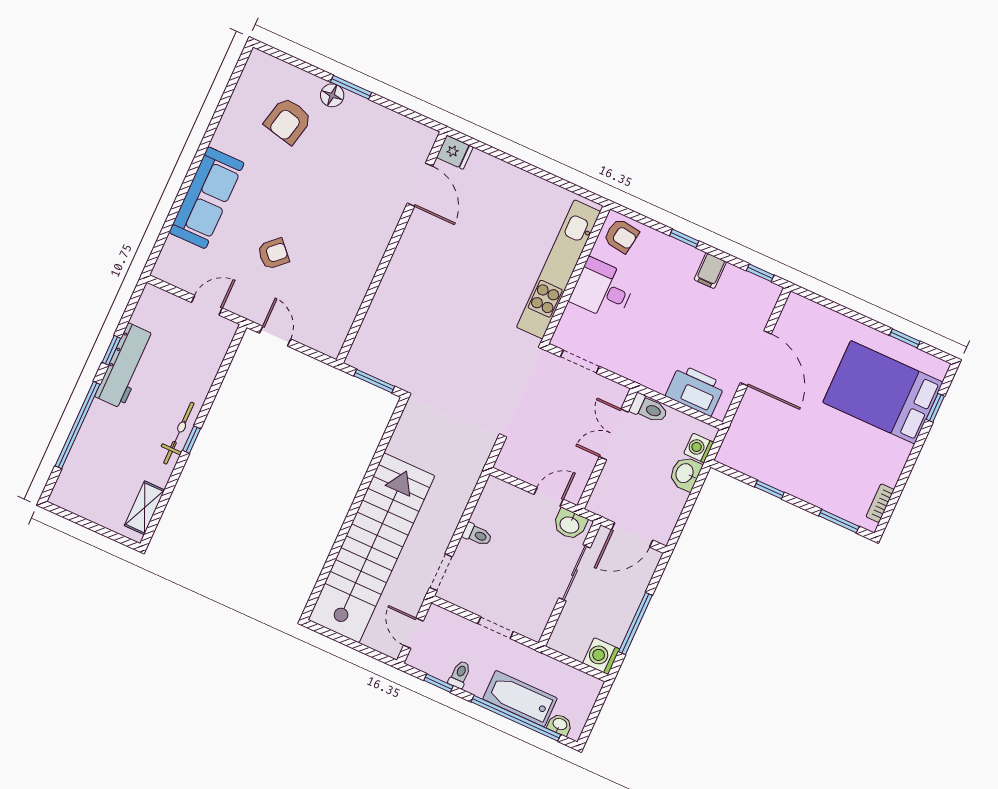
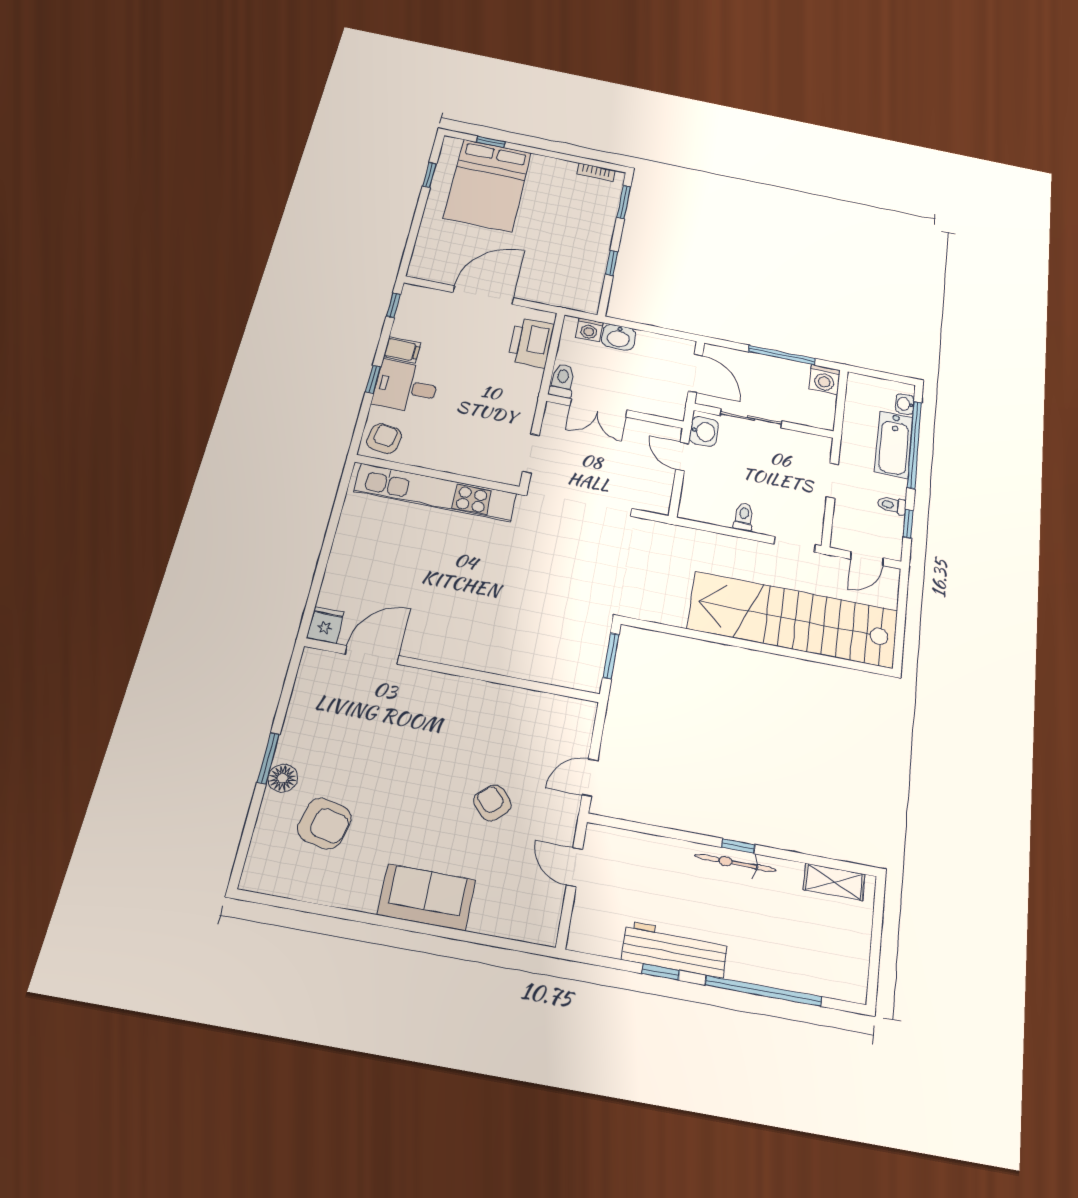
sofa: (207, 198) -> (426, 897), width x0.73
desk: (603, 290) -> (406, 387), moved, turned 90

